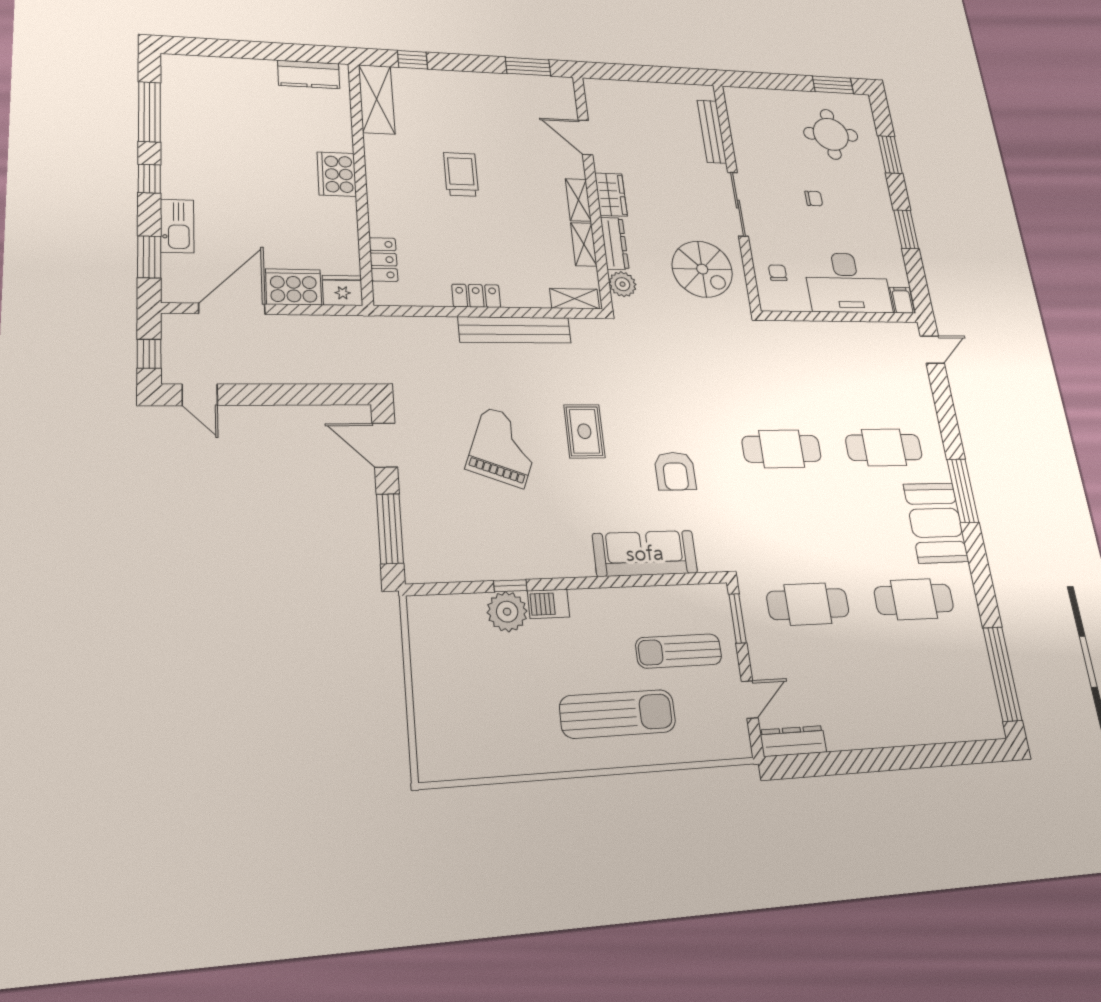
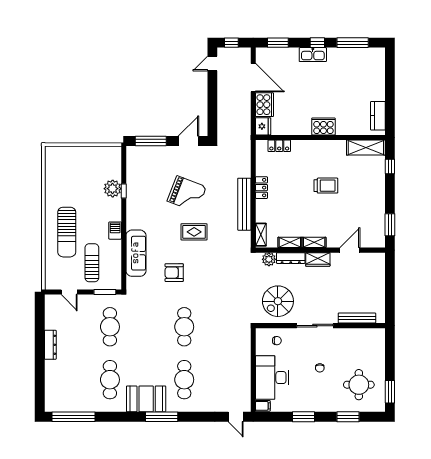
kitchen sink: (177, 226) -> (313, 55), moved
barbecue: (549, 604) -> (115, 231), moved
dresser: (793, 741) -> (50, 345), moved

